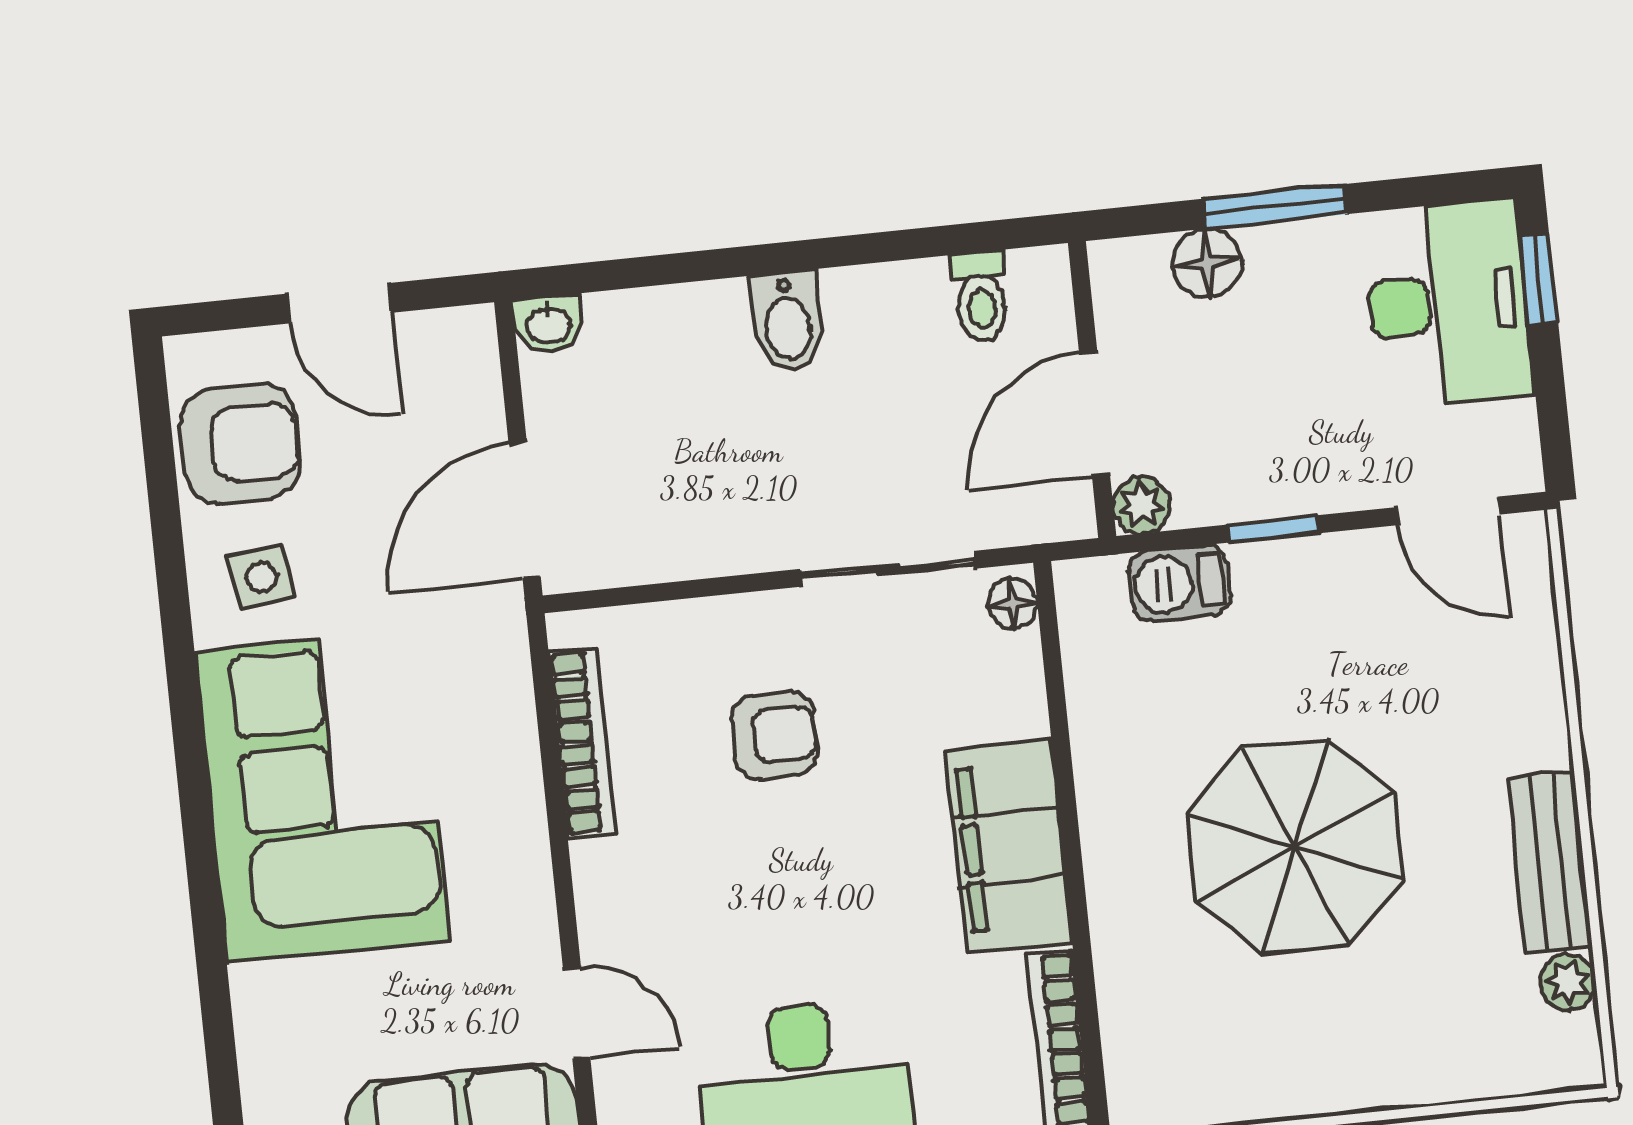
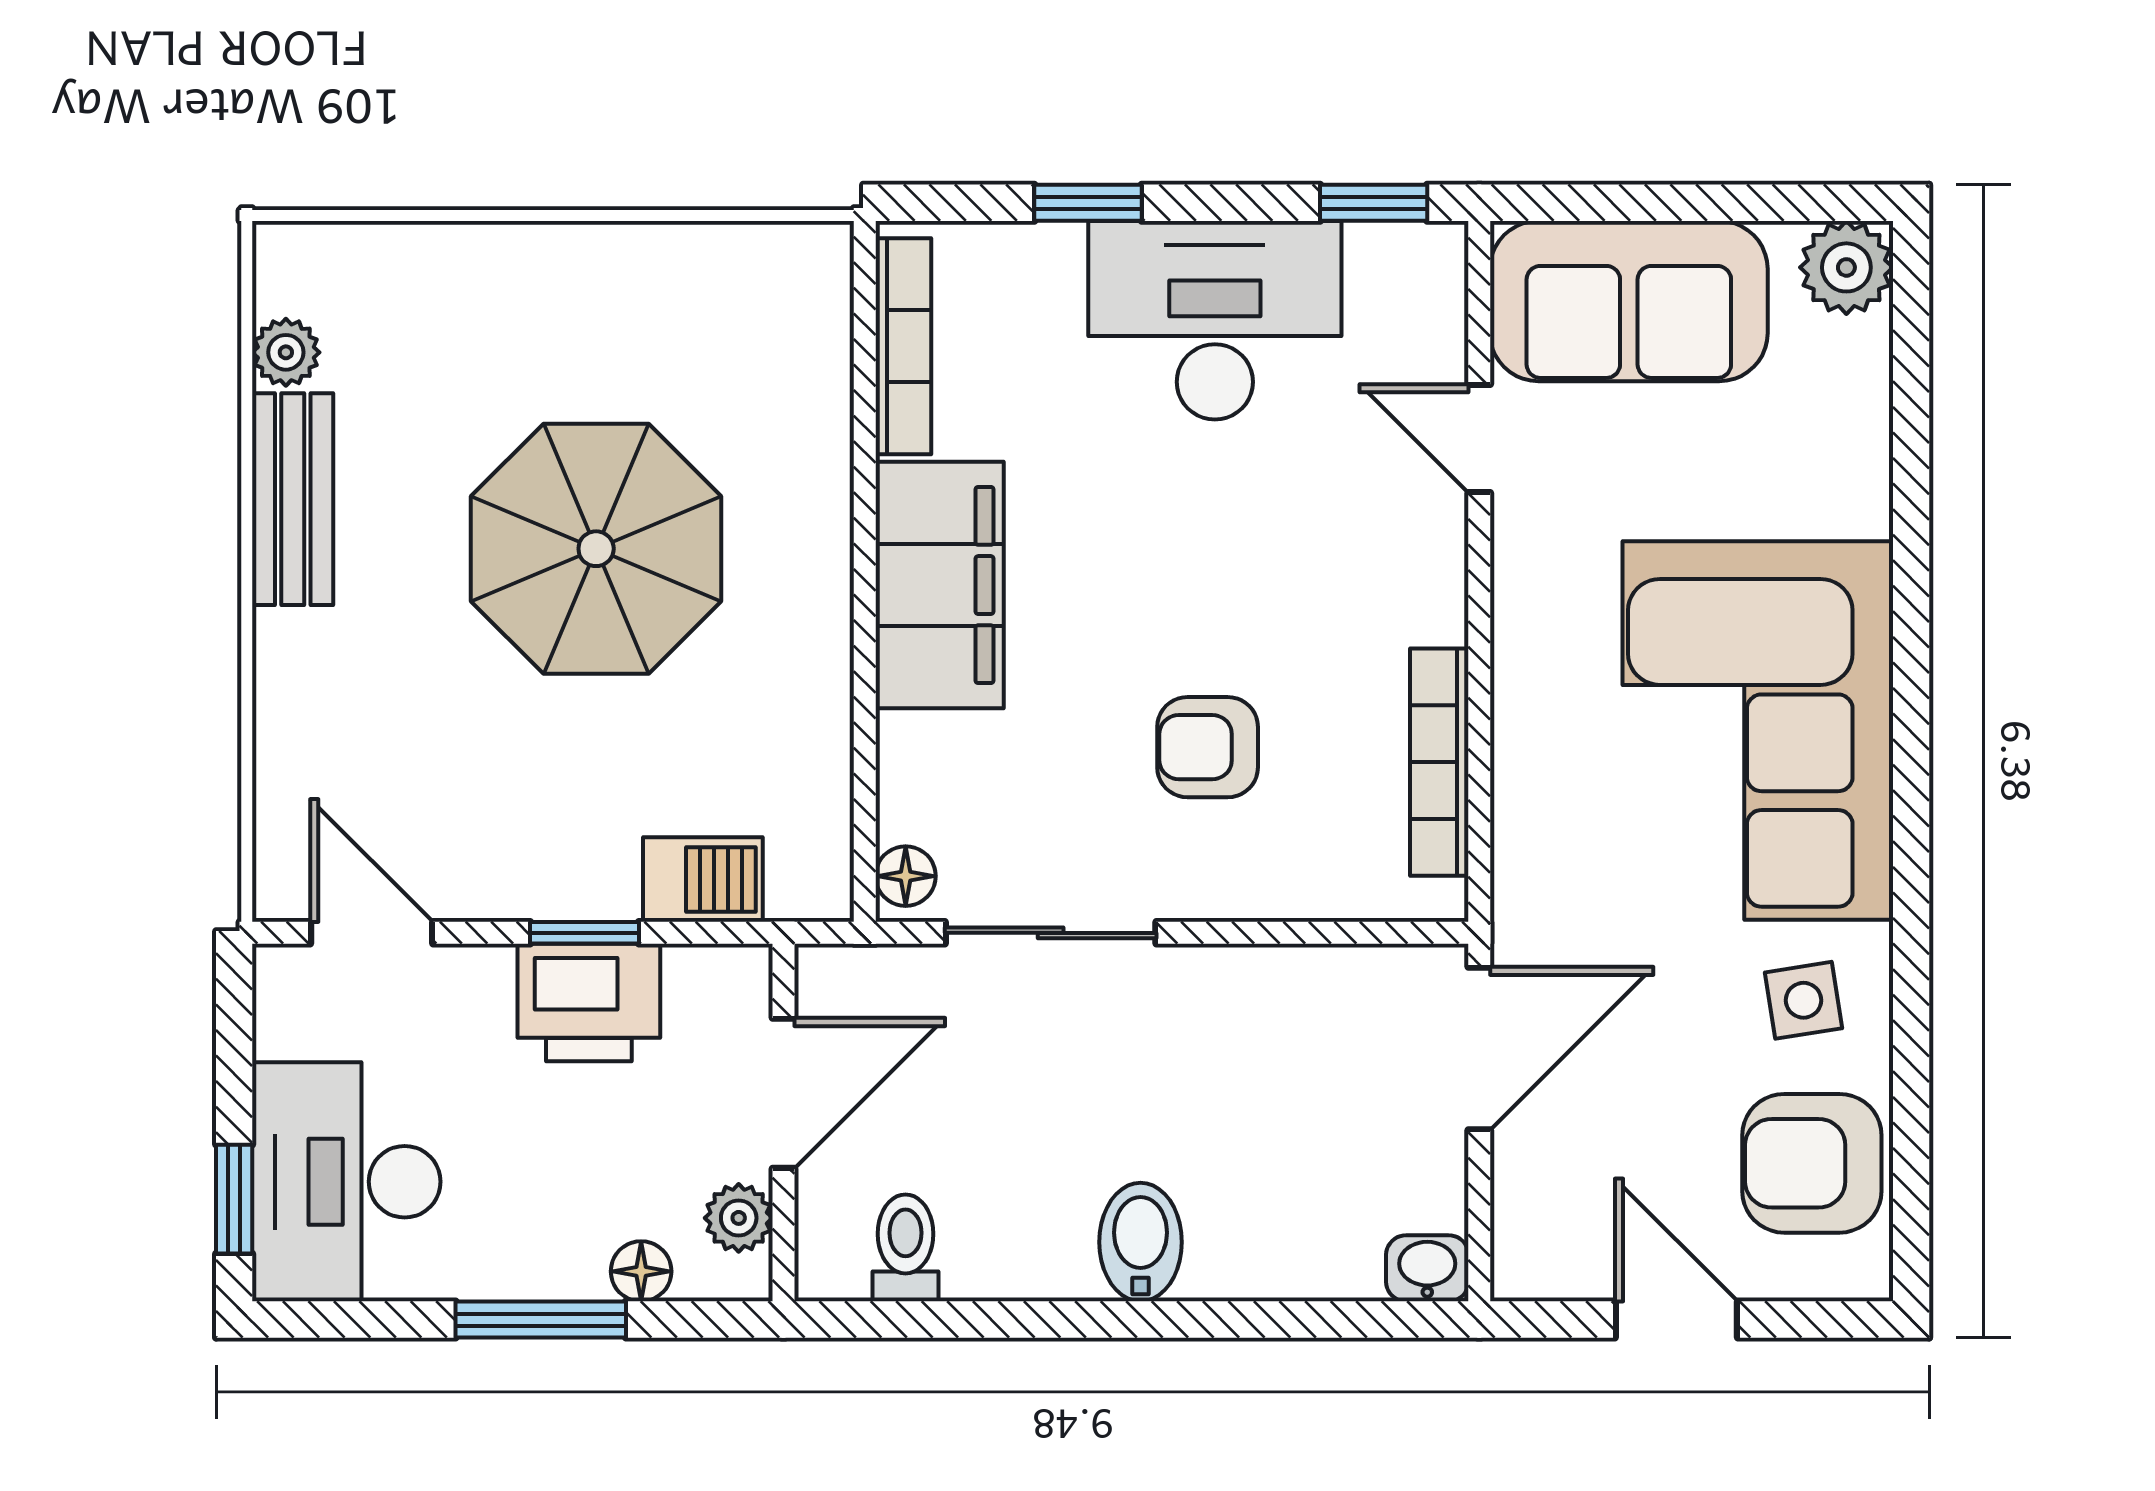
floor lamp: (1207, 263) -> (641, 1271), width x0.73, depth x0.73
printer: (1263, 472) -> (589, 1003), added
plant: (1141, 505) -> (739, 1218), moved

